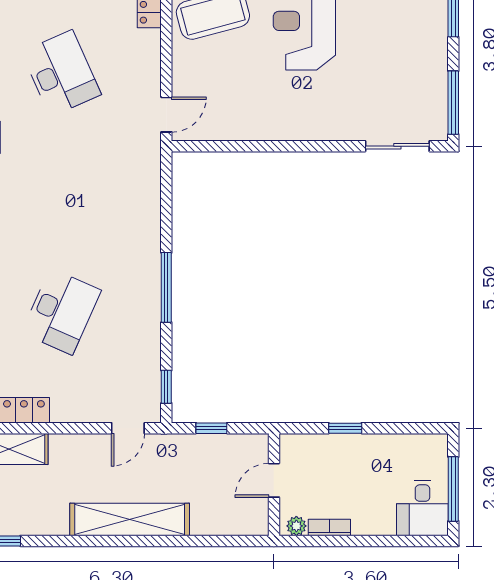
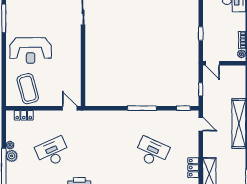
door: (274, 480) -> (212, 63), moved

